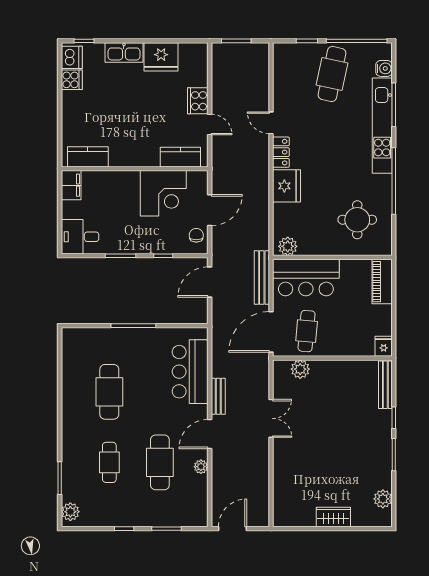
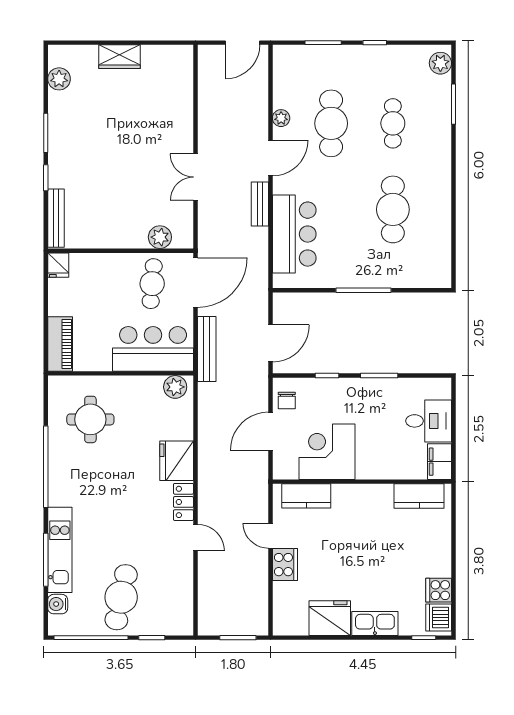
kitchen unit: (382, 126) -> (60, 550), width x0.73
desk: (80, 237) -> (429, 421), moved

